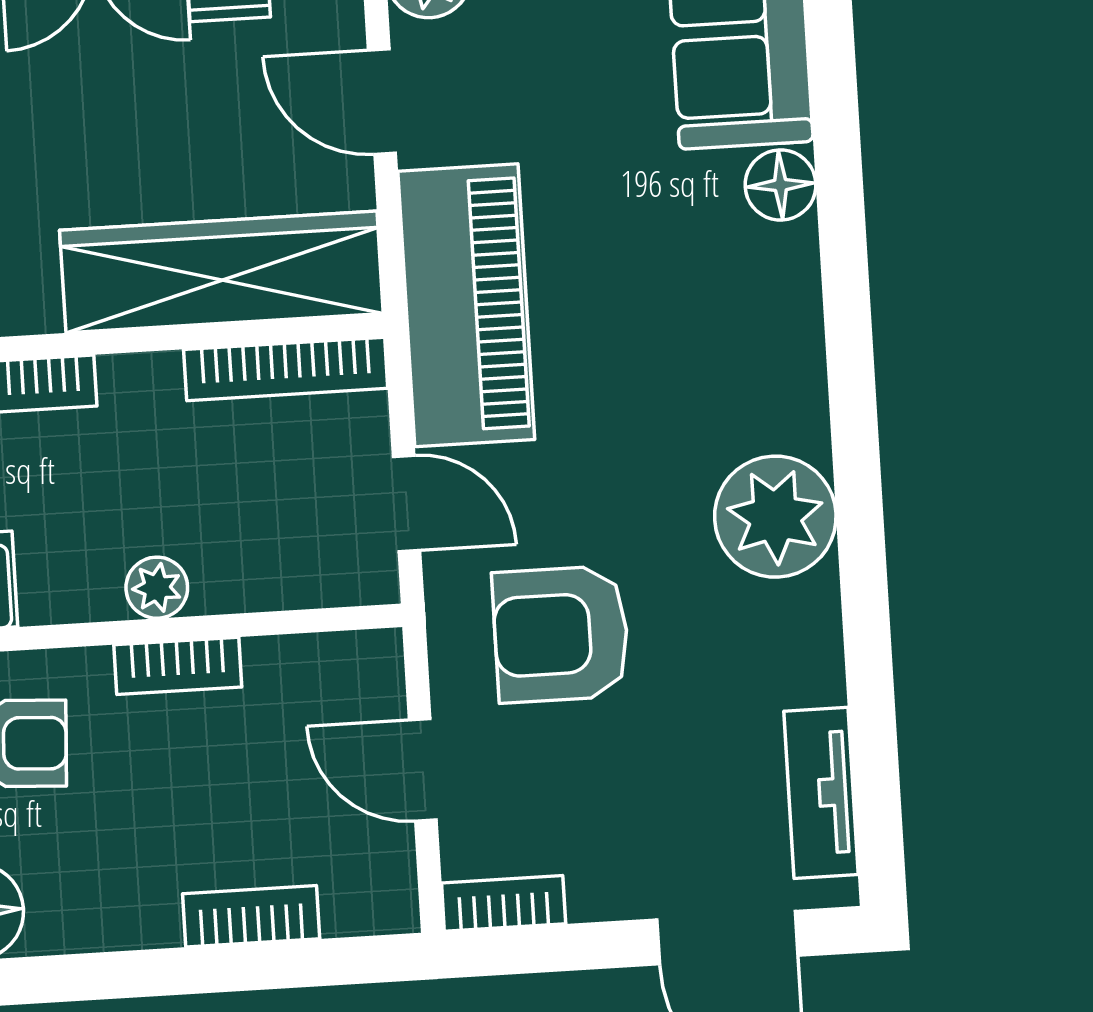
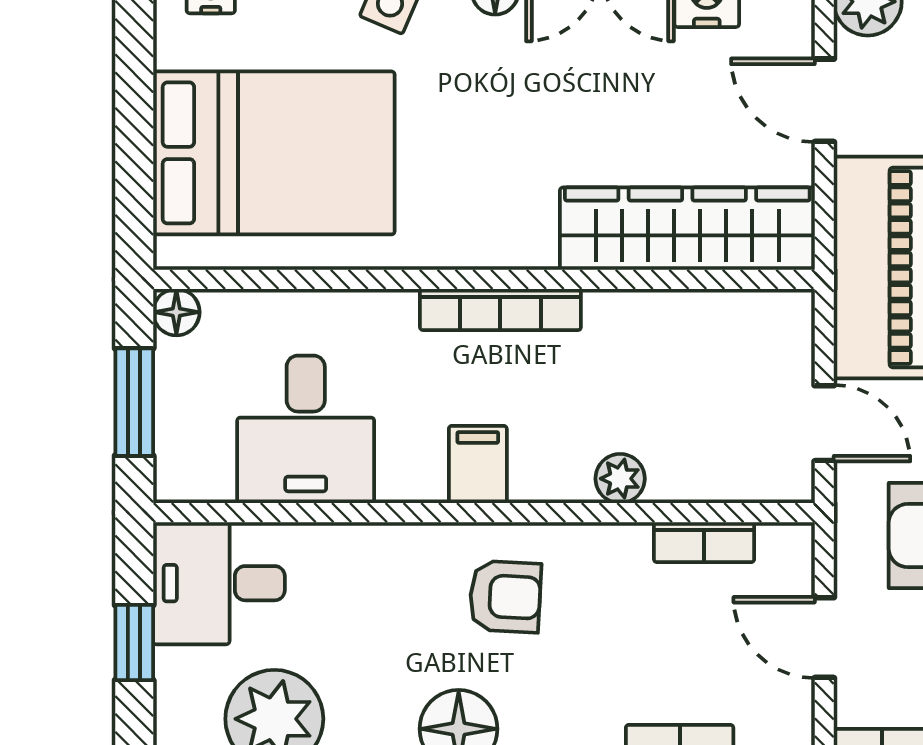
bookcase: (286, 369) -> (734, 310), removed
bookcase: (178, 666) -> (704, 542), moved

